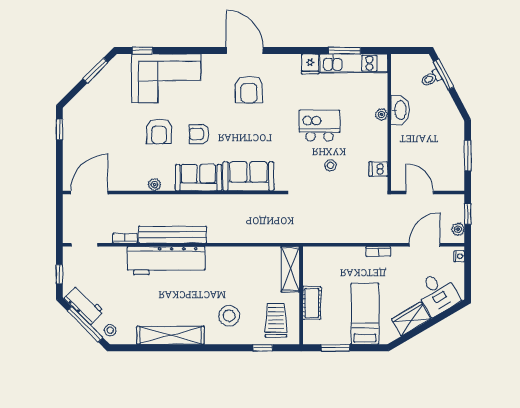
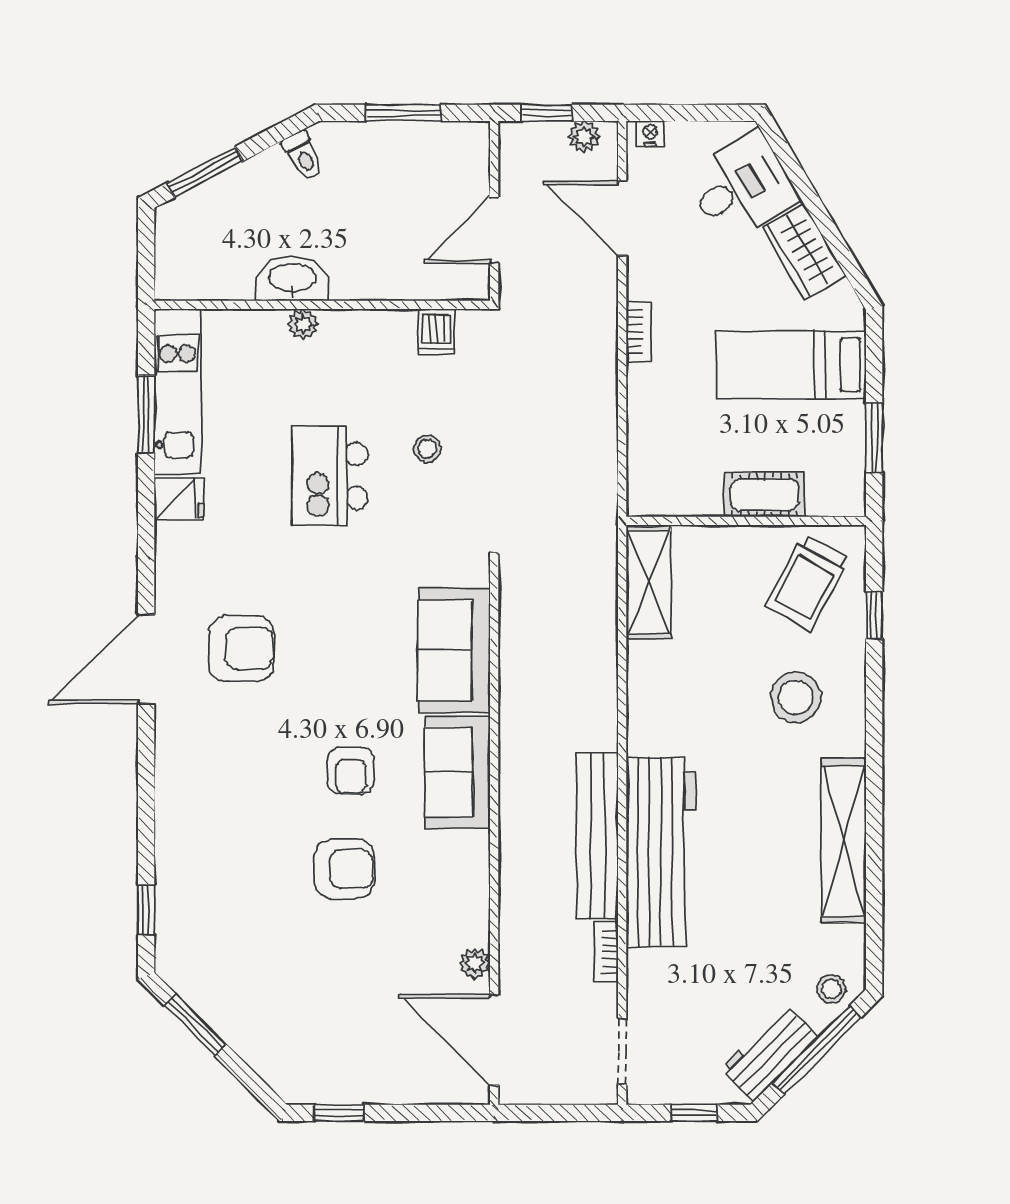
corner sofa: (166, 78) -> (214, 852), removed
toilet: (431, 78) -> (303, 155), moved
plant: (155, 185) -> (475, 963), moved
shelving: (290, 269) -> (649, 582), moved, turned 90
trolley: (276, 320) -> (807, 583), turned -61

